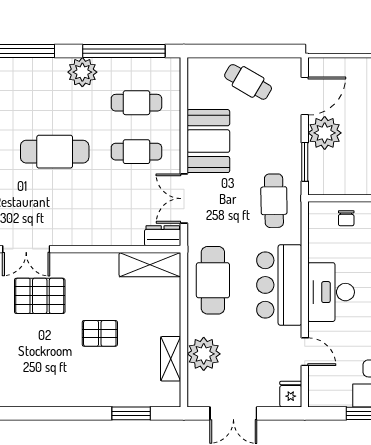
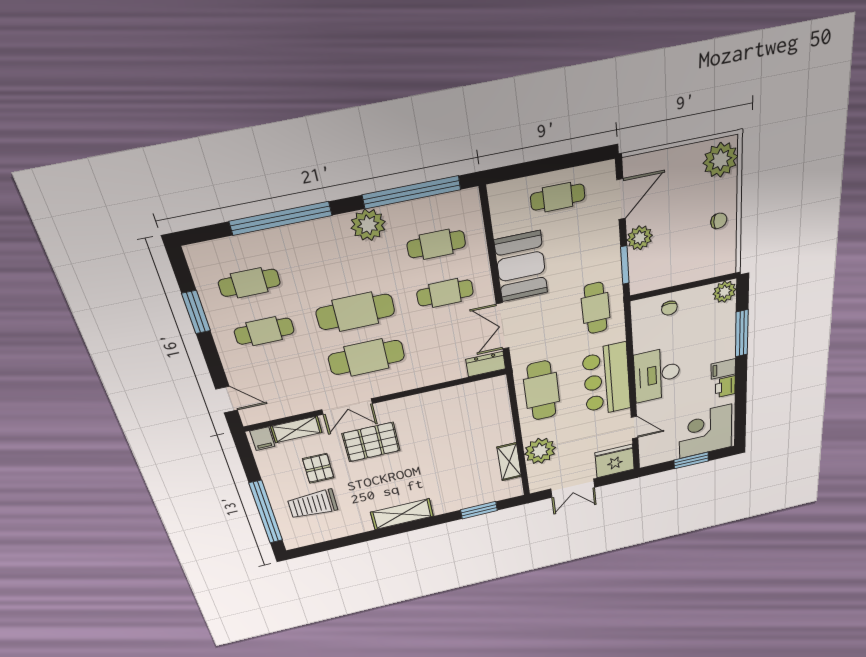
cafe table: (248, 82) -> (558, 197), turned -30
plant: (325, 133) -> (640, 238), width x0.73, depth x0.73
cafe table: (55, 201) -> (366, 357), added
shelving: (150, 265) -> (402, 514), moved
pallet: (100, 333) -> (438, 458), removed
fridge: (291, 394) -> (615, 461), width x1.88, depth x1.34

